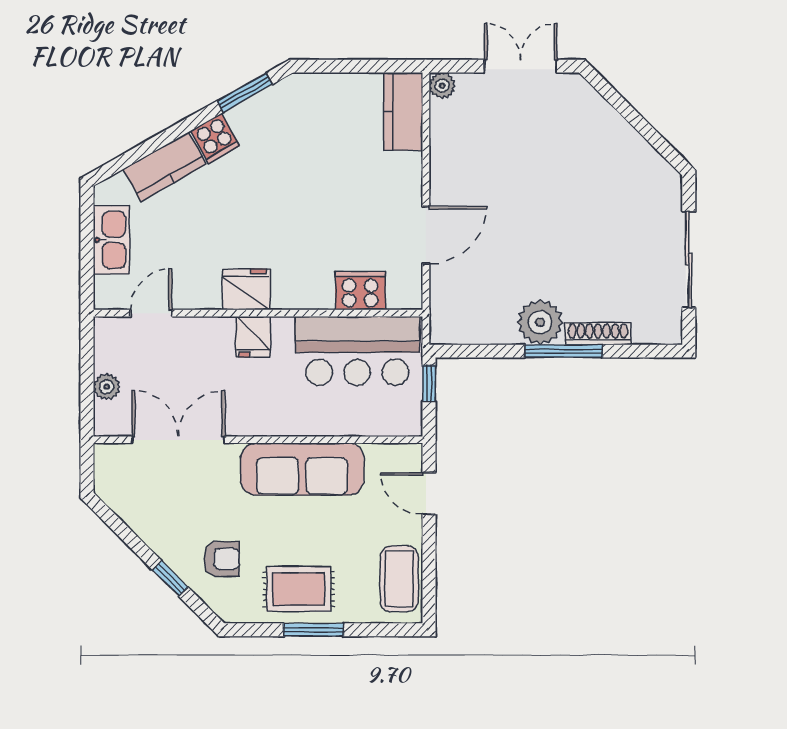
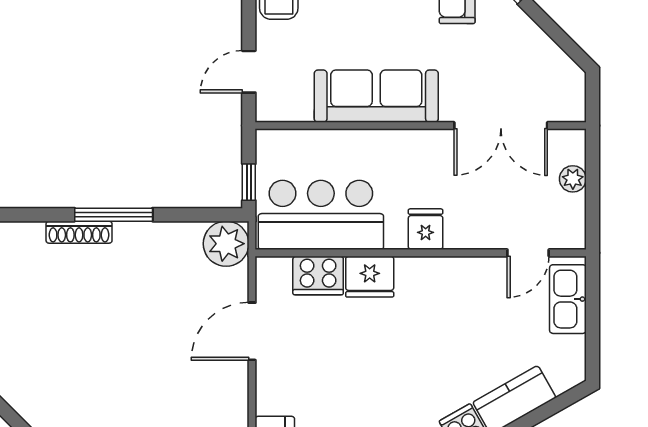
kitchen sink: (111, 240) -> (568, 299), moved
fridge: (246, 289) -> (370, 277), moved
plant: (540, 322) -> (226, 244), moved
door: (429, 493) -> (249, 72), swing flipped

